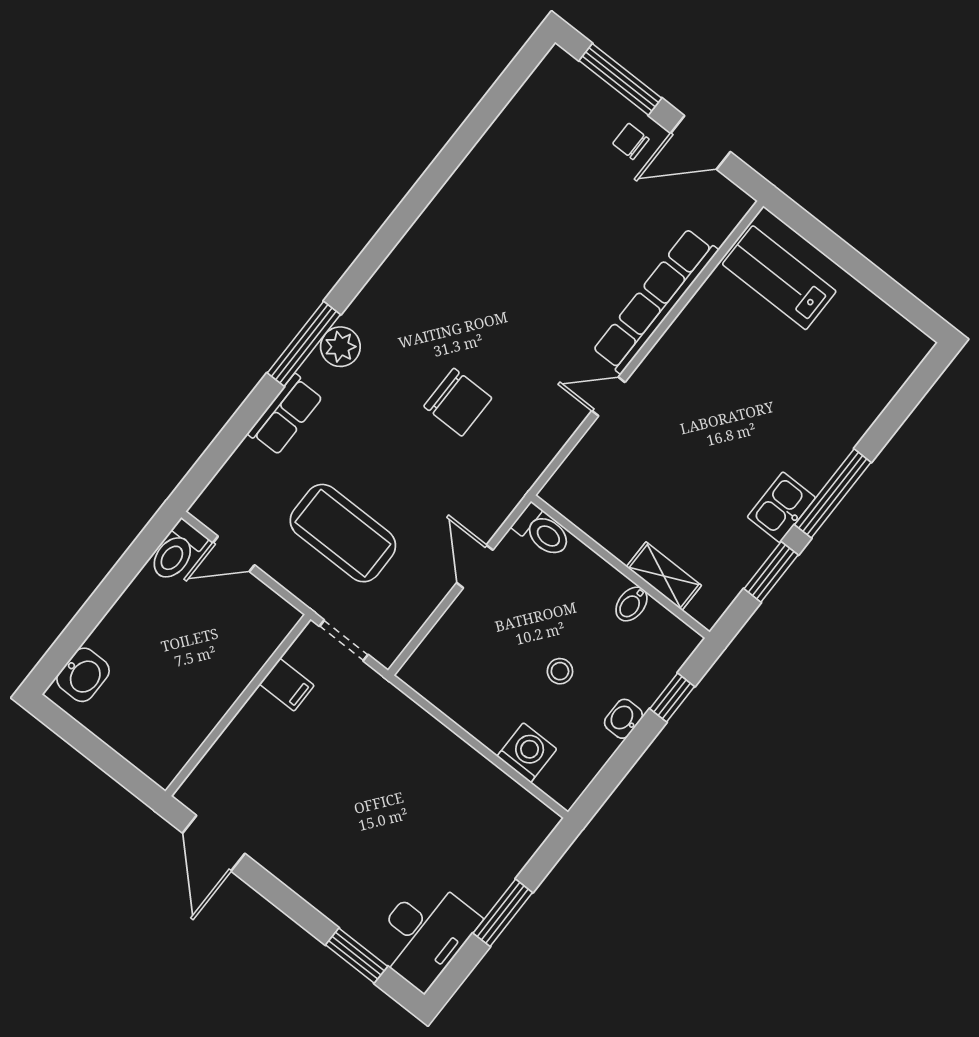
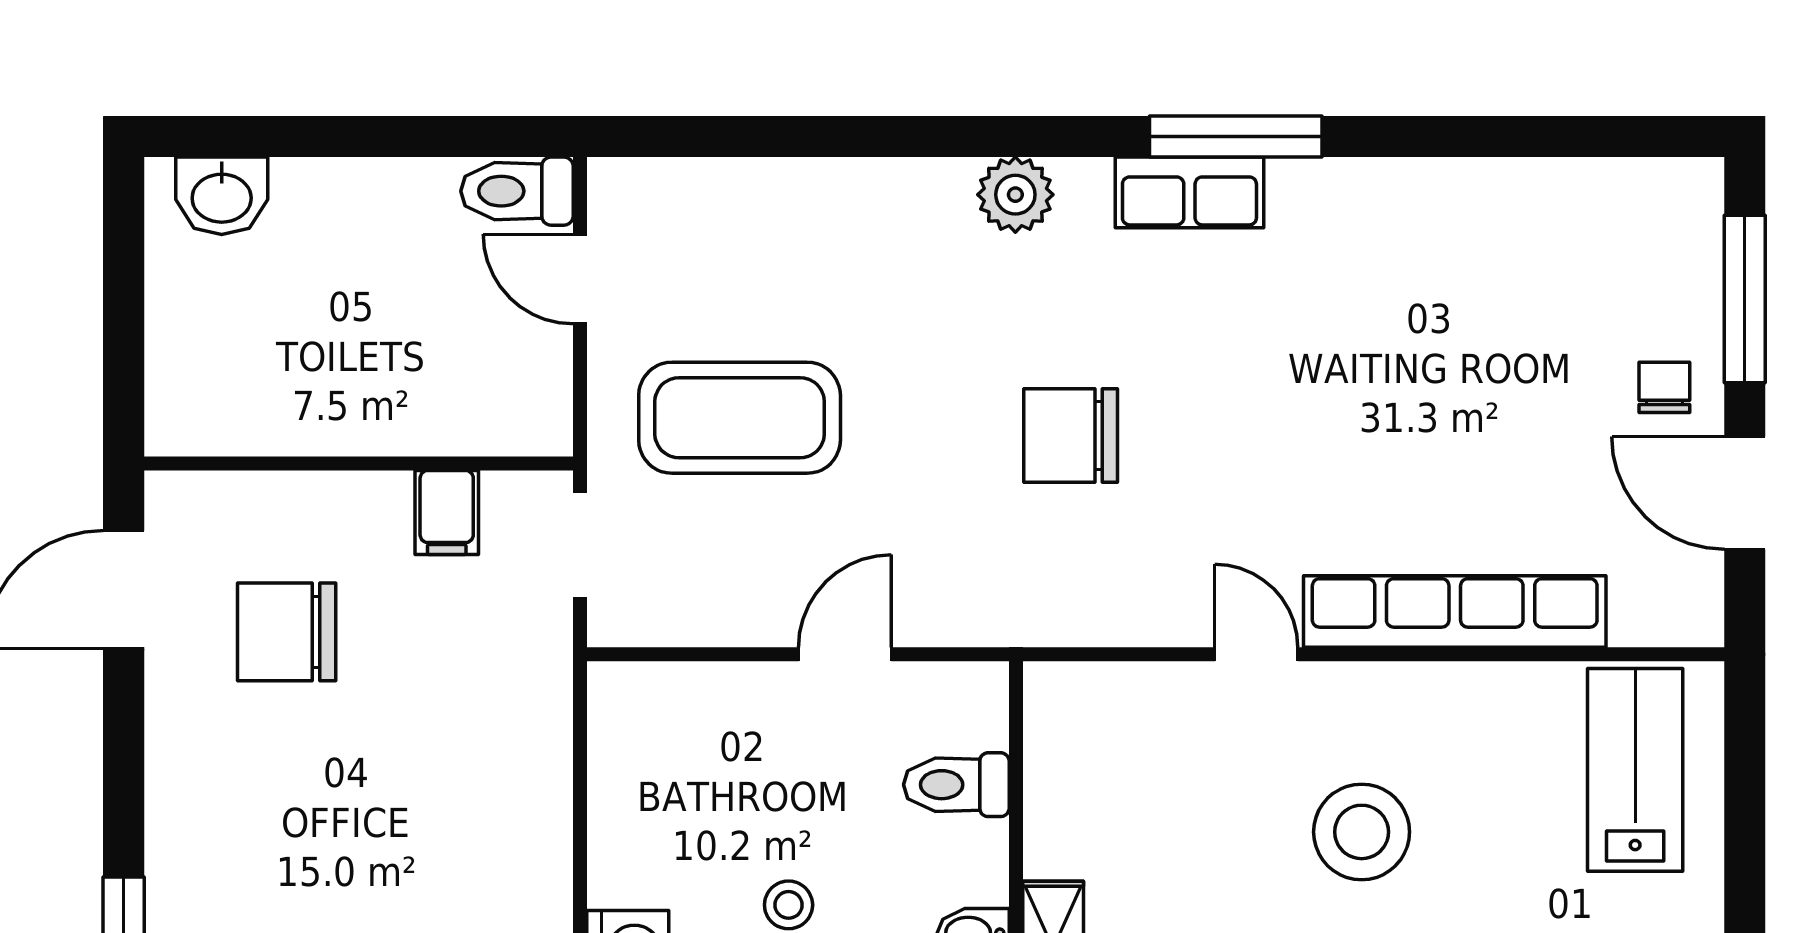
window: (304, 344) -> (1236, 137), moved
chair: (458, 402) -> (1071, 436), turned 90
stool: (716, 411) -> (1362, 832), added
row of seats: (285, 415) -> (1189, 192), moved
toilet: (542, 531) -> (956, 785), moved, turned 90
coffee table: (343, 533) -> (740, 418), turned 90
chair: (284, 790) -> (287, 632), added

